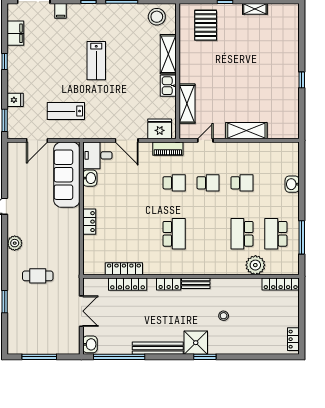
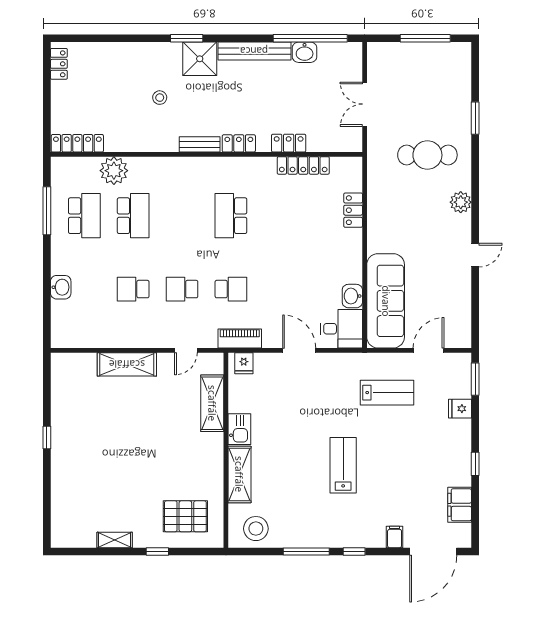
pallet: (206, 25) -> (185, 516), turned 90
fridge: (160, 129) -> (244, 363), width x0.53, depth x0.75
school desk: (174, 183) -> (231, 289), turned 180
locker: (89, 222) -> (353, 210), moved
cafe table: (38, 276) -> (427, 155), width x1.37, depth x1.35
locker: (128, 284) -> (289, 143), width x0.66
washbasin: (90, 344) -> (305, 52), moved, turned -90

